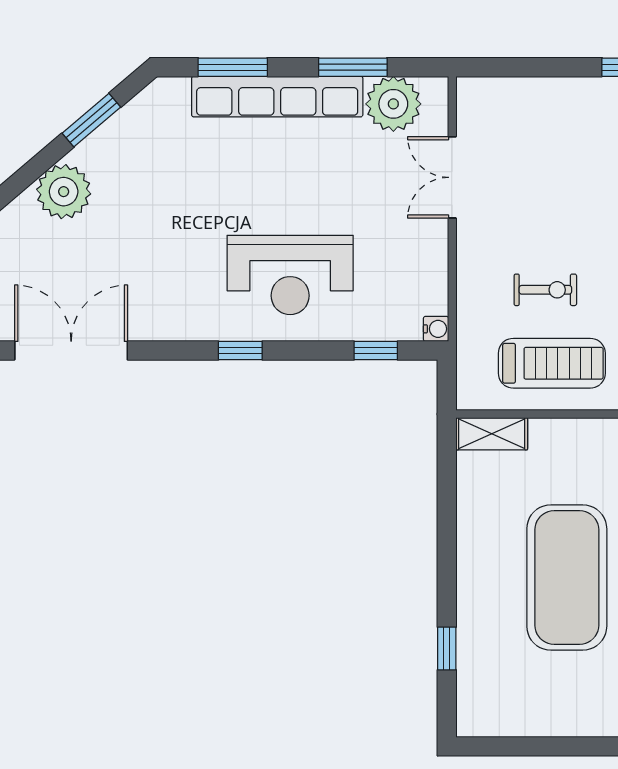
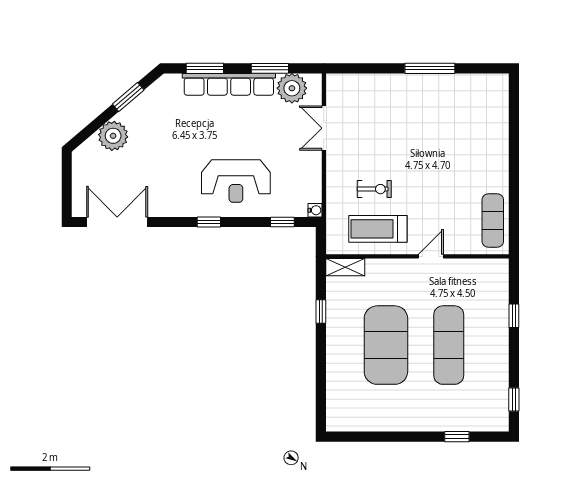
treadmill: (552, 363) -> (378, 229), turned 180
window: (447, 649) -> (321, 311), moved

